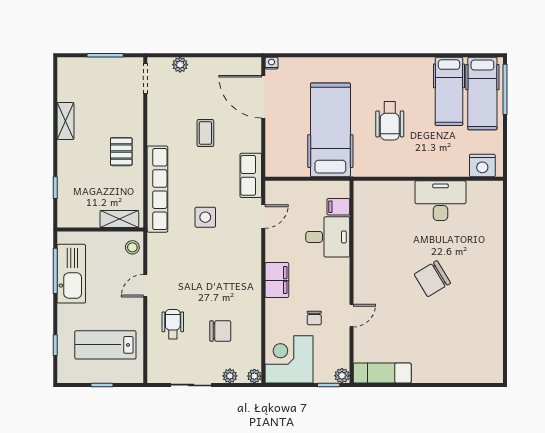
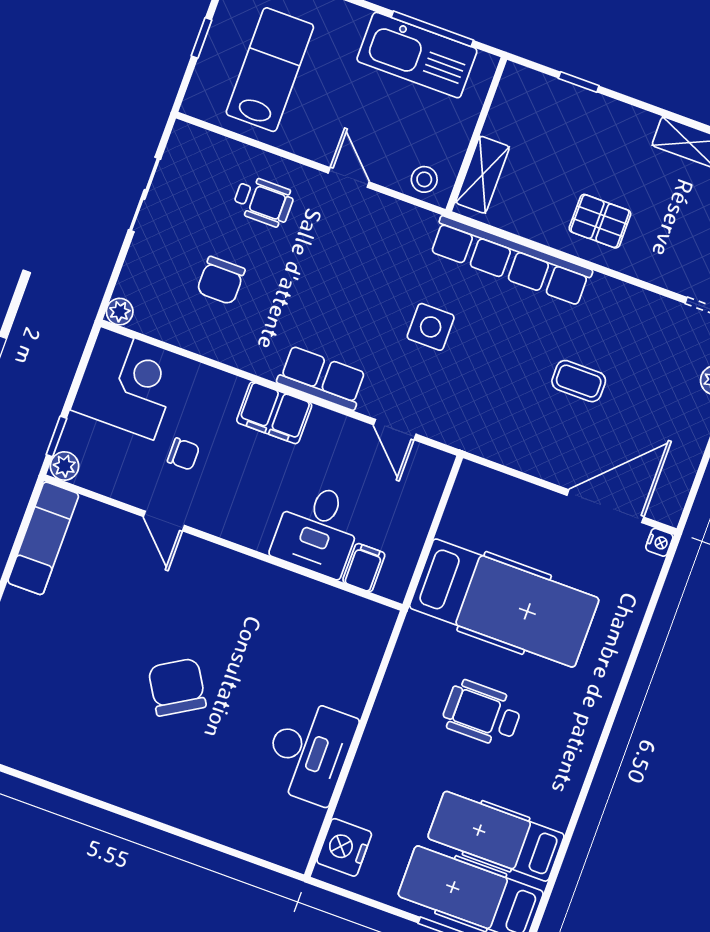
row of seats: (251, 175) -> (322, 378), moved
chair: (314, 318) -> (183, 454), turned 180
plant: (230, 376) -> (136, 269), removed

